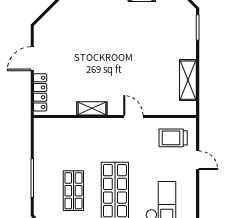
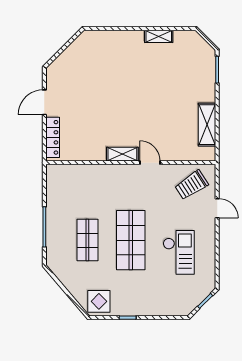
shelving: (92, 108) -> (122, 154), moved
trolley: (173, 138) -> (191, 185), turned -33

